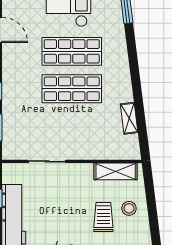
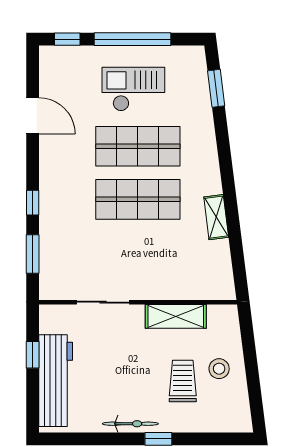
shelving: (129, 118) -> (216, 217), moved
shelving: (116, 171) -> (176, 316), moved

